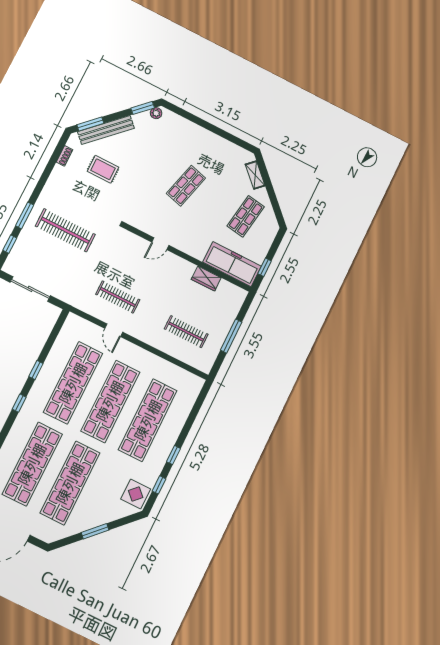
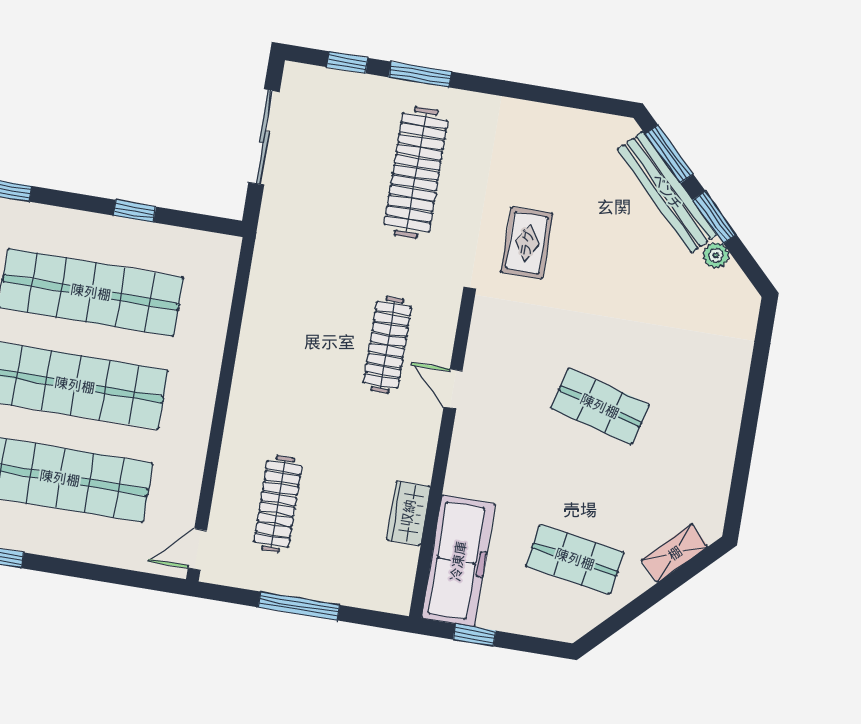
window: (143, 108) -> (714, 217), moved
plant: (156, 113) -> (716, 255), moved
shoe rack: (64, 156) -> (579, 120), removed
rug: (103, 169) -> (527, 243), moved
clothes rail: (118, 297) -> (387, 345), moved
door: (114, 330) -> (197, 549), moved
window: (36, 370) -> (135, 211), moved

